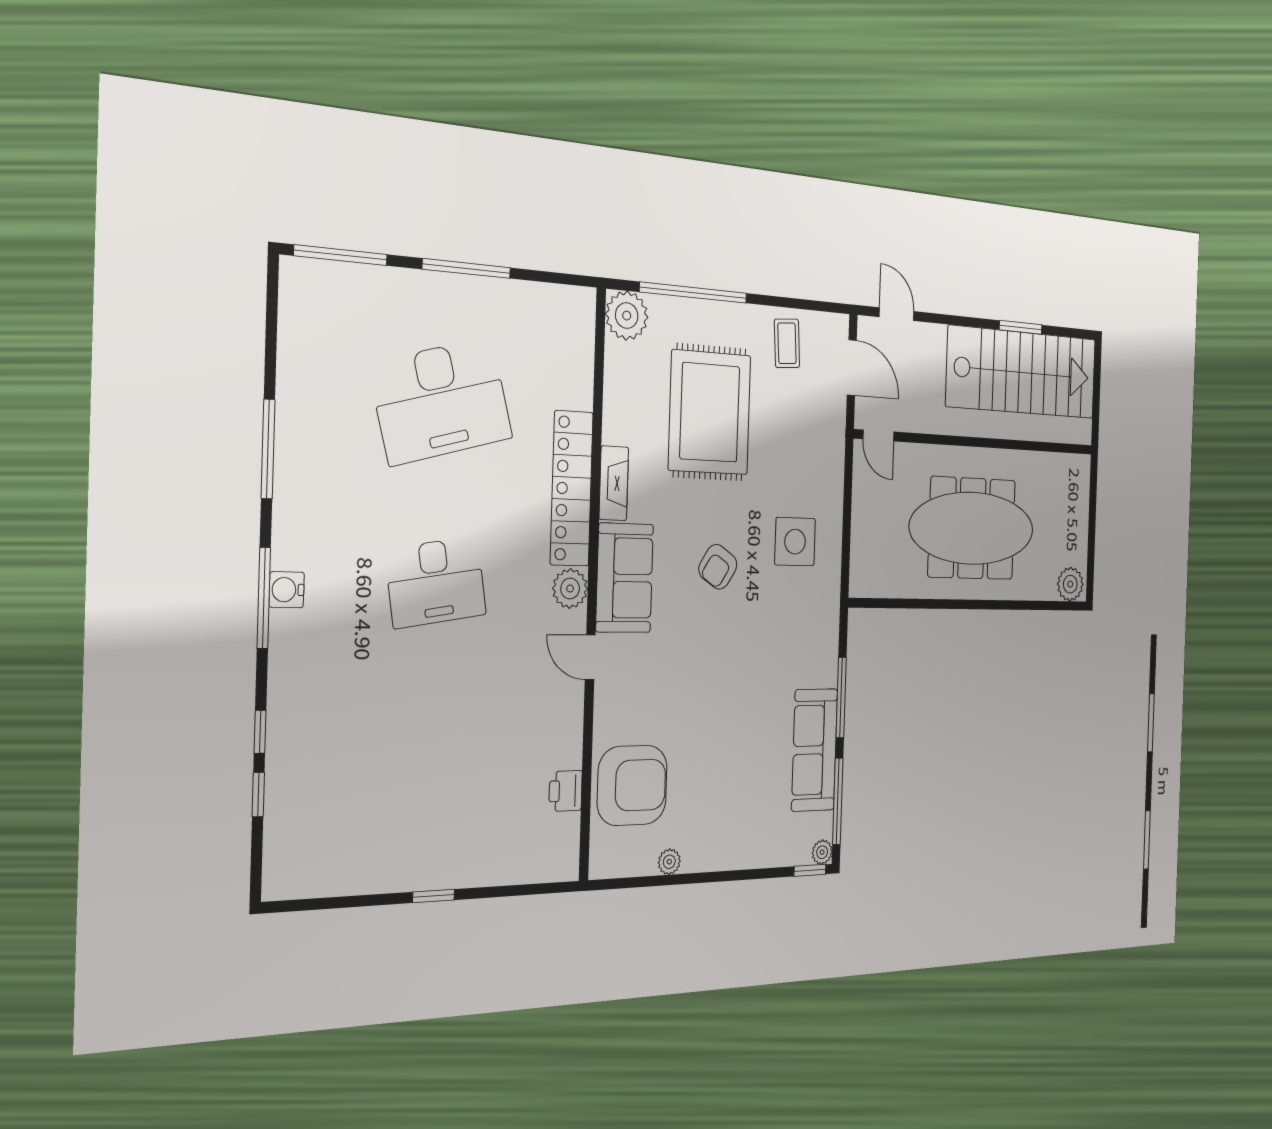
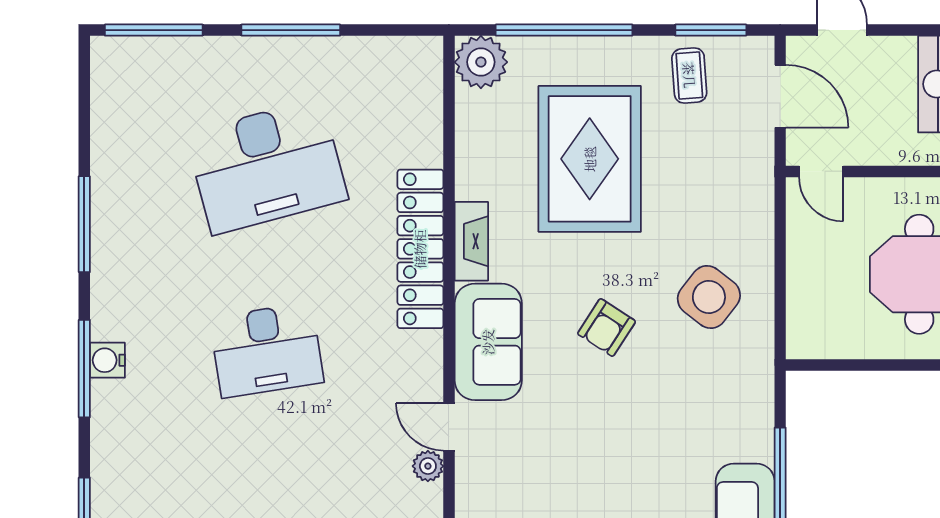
window: (804, 304) -> (711, 30), added
side table: (795, 542) -> (709, 297), turned 38
plant: (570, 589) -> (428, 466), moved, width x0.73, depth x0.73

